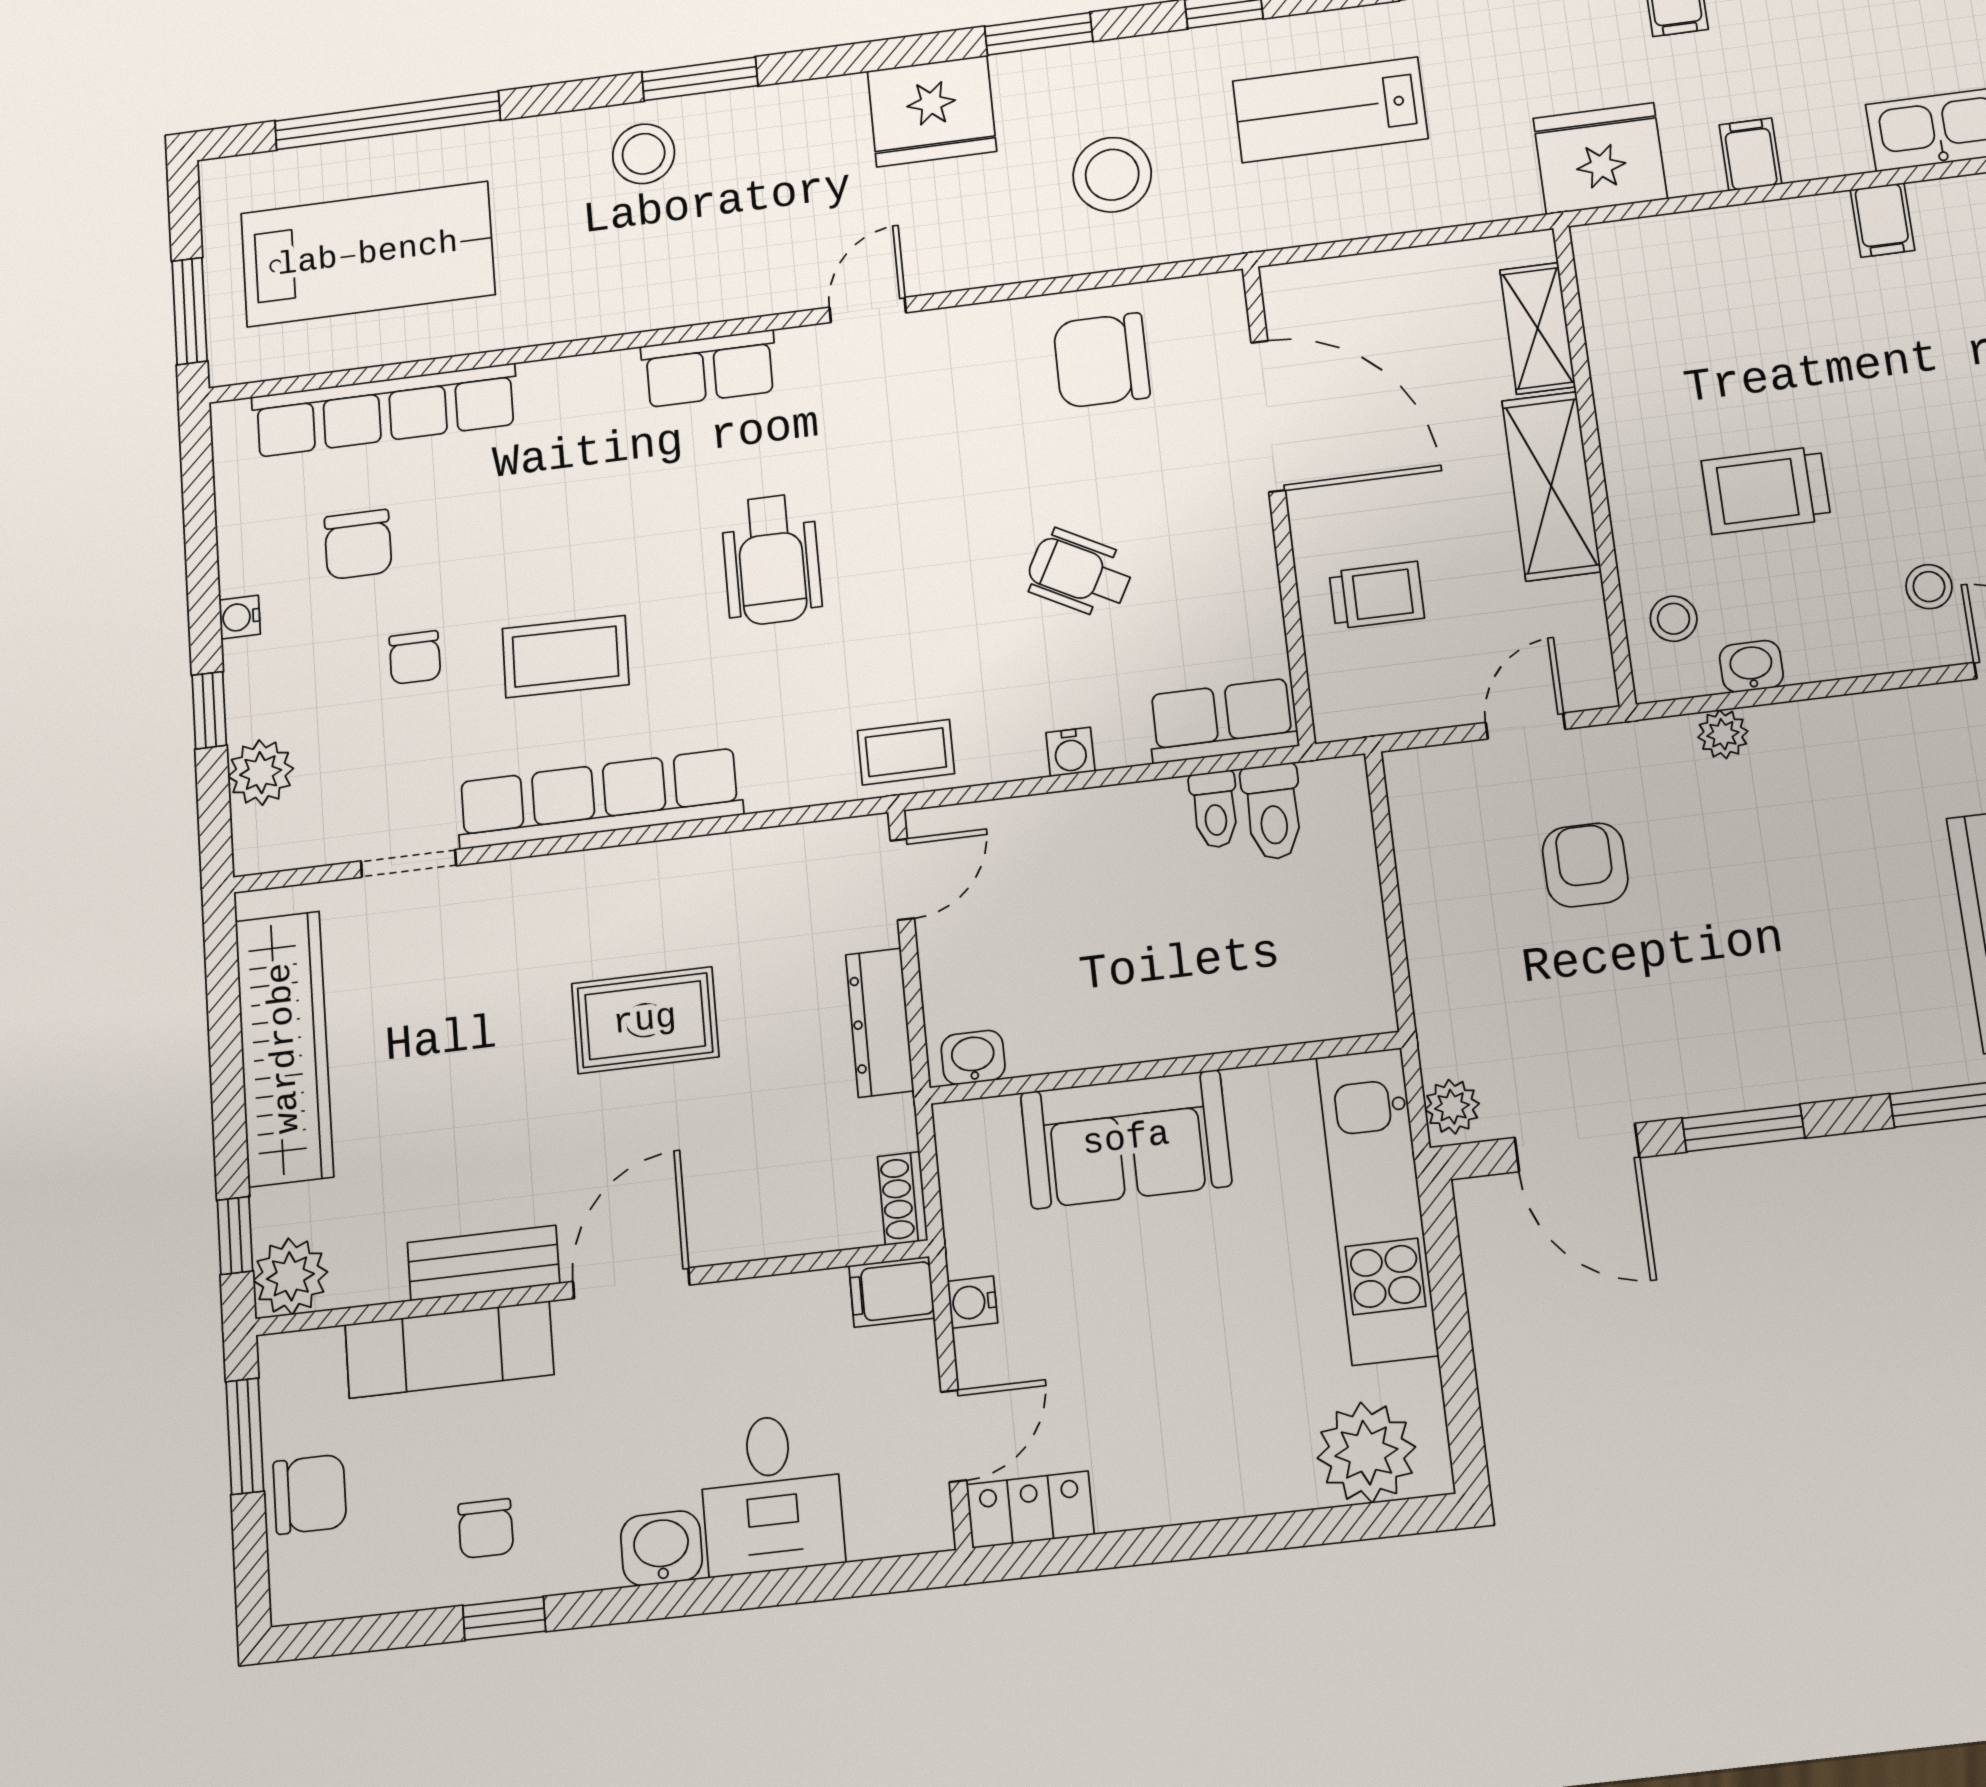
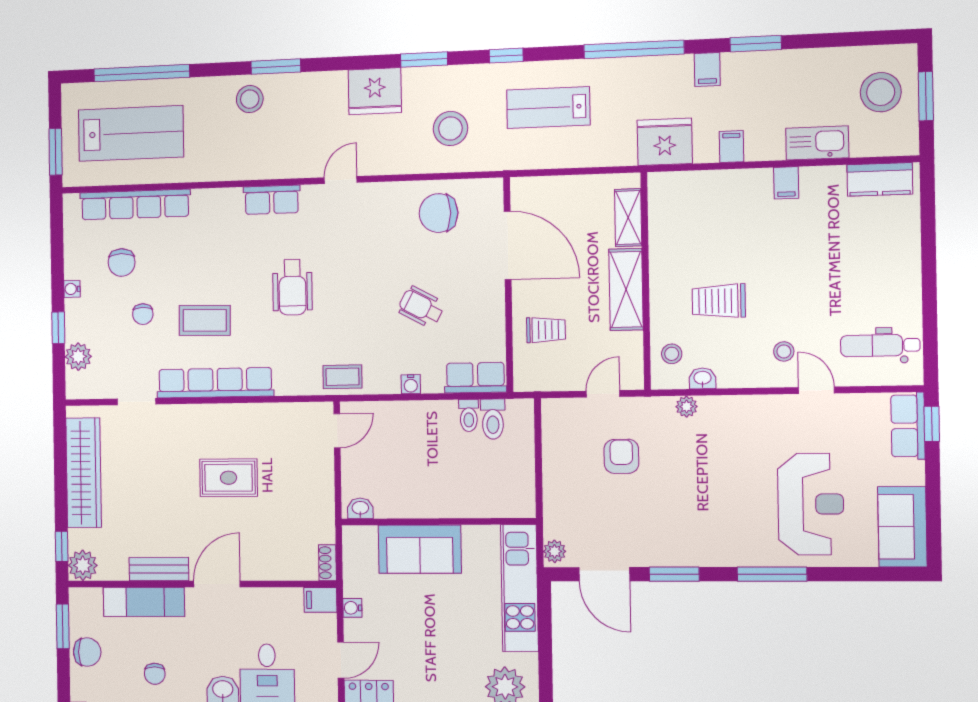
dresser: (880, 1023) -> (323, 490), removed

